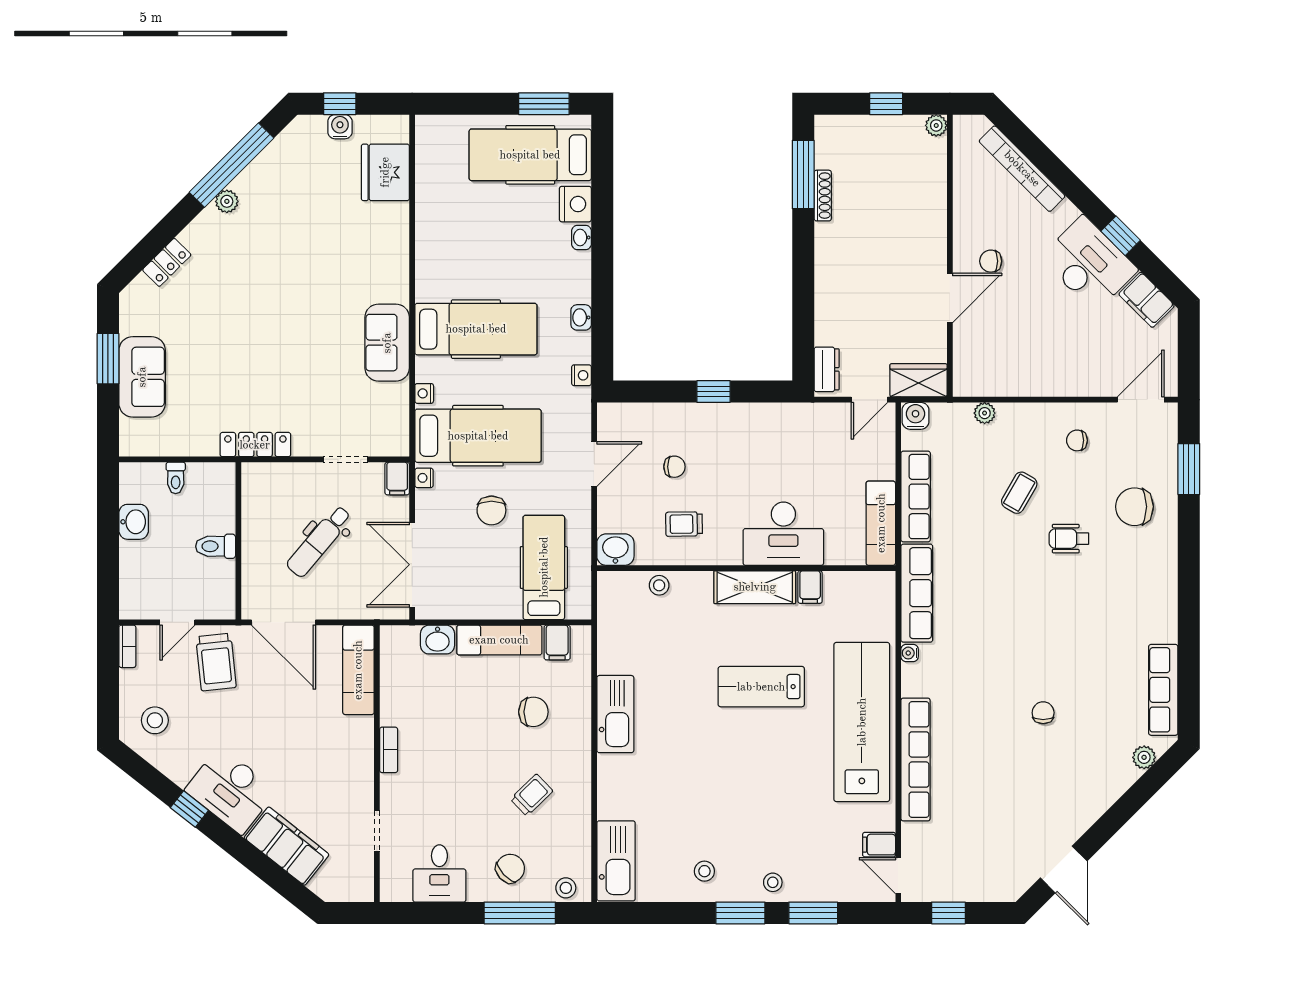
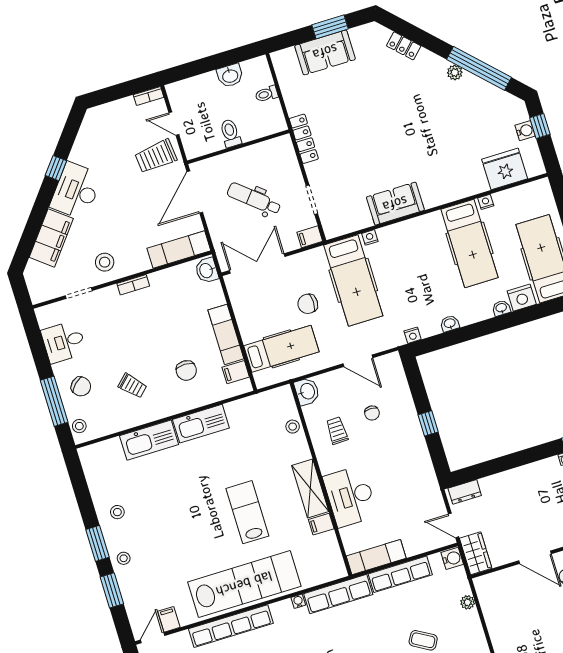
hospital bed: (476, 329) -> (469, 243), moved
nightstand: (424, 478) -> (486, 202), moved
washbasin: (438, 640) -> (207, 270), moved
stool: (155, 720) -> (105, 262), moved
kitchen sink: (616, 861) -> (149, 440), moved

